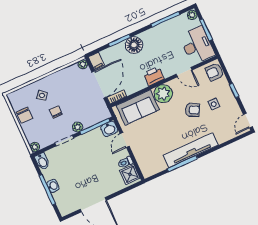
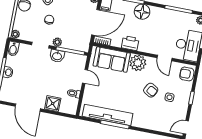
printer: (154, 76) -> (130, 43), moved
washbasin: (109, 129) -> (57, 56), moved
door: (125, 140) -> (85, 76), swing flipped
tv unit: (191, 150) -> (108, 115), moved
shower: (130, 174) -> (53, 104), moved

